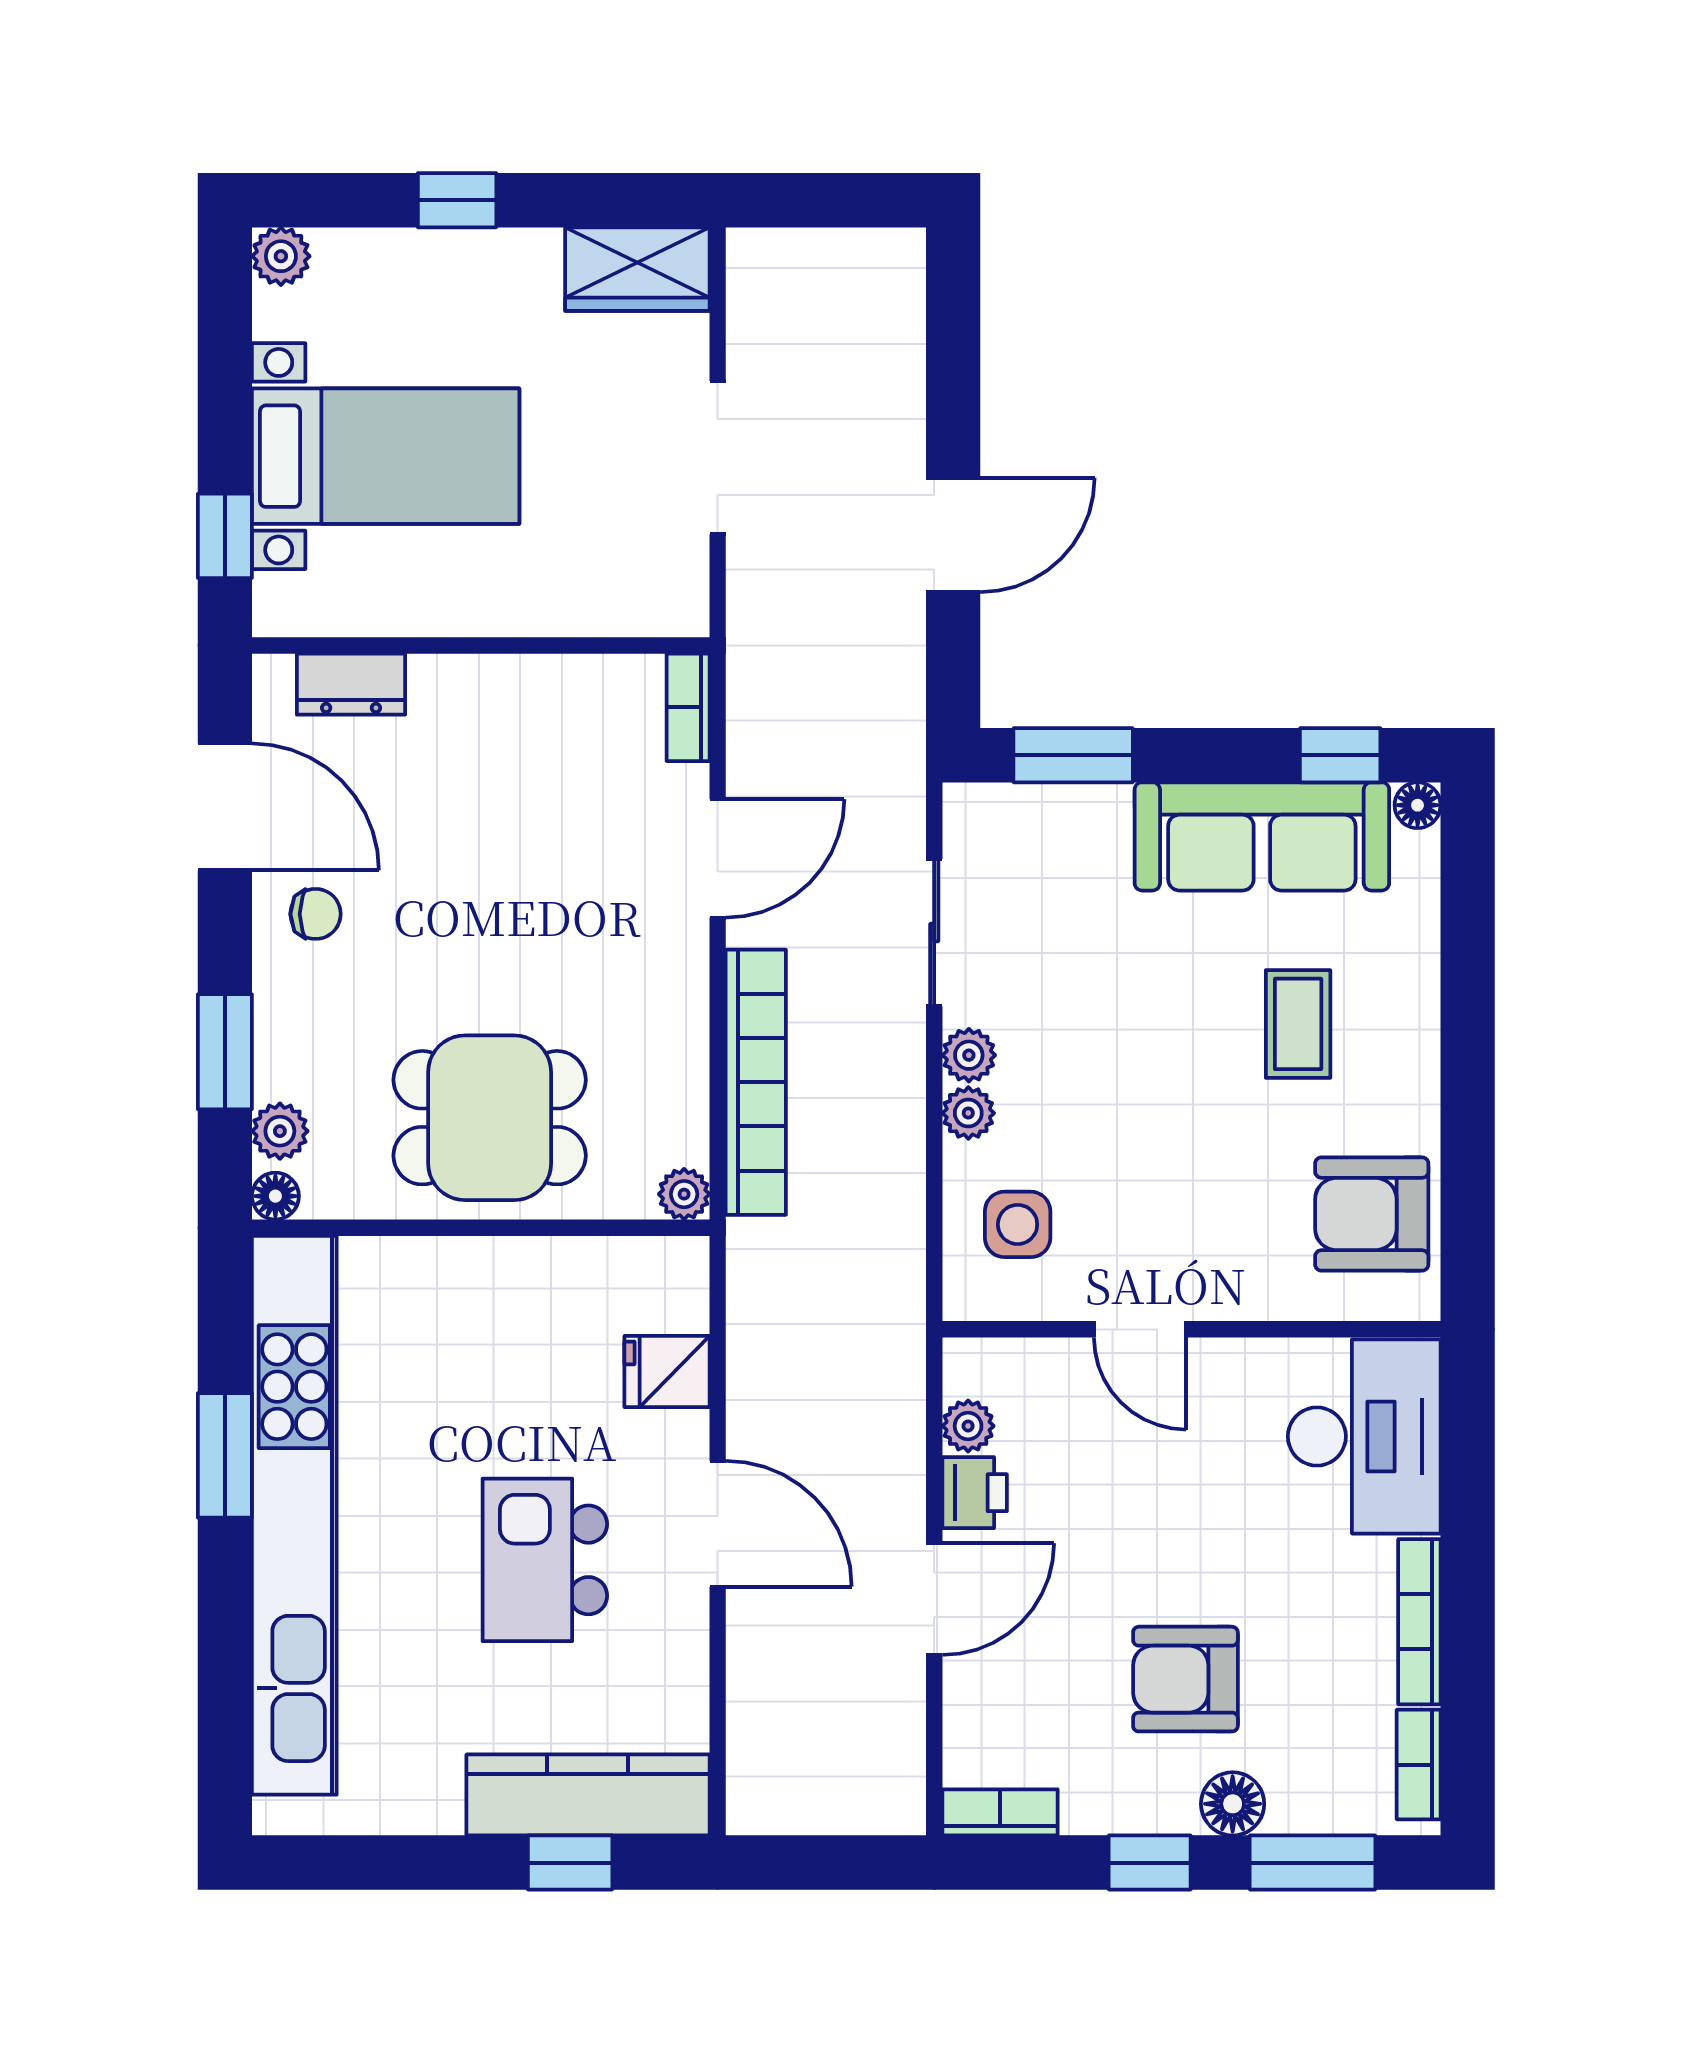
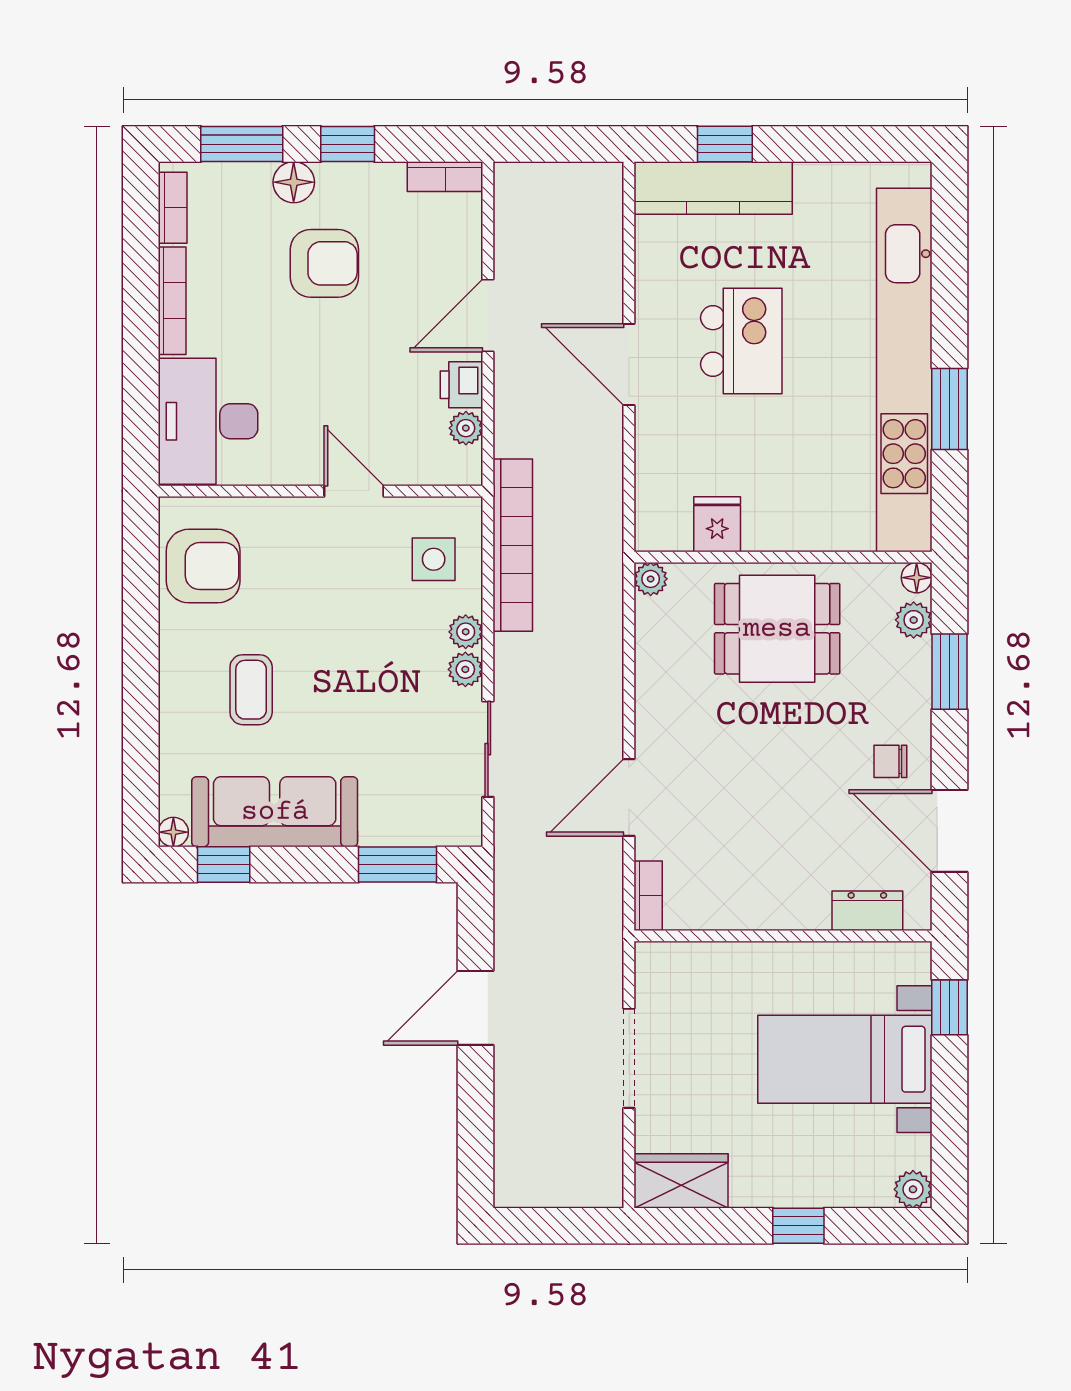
bookcase: (756, 1082) -> (513, 545), moved, turned 180
fridge: (667, 1371) -> (717, 524), moved, turned -90

